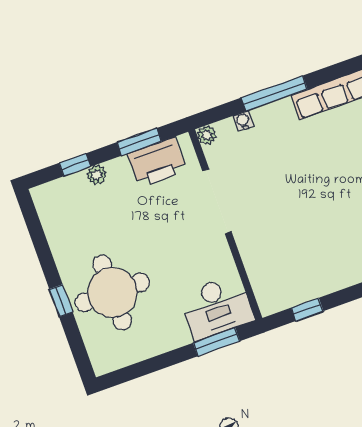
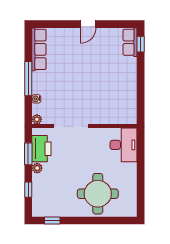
plant: (97, 175) -> (37, 168), moved
window: (61, 301) -> (52, 220), moved
window: (307, 309) -> (141, 101), removed
window: (216, 342) -> (141, 151), removed

